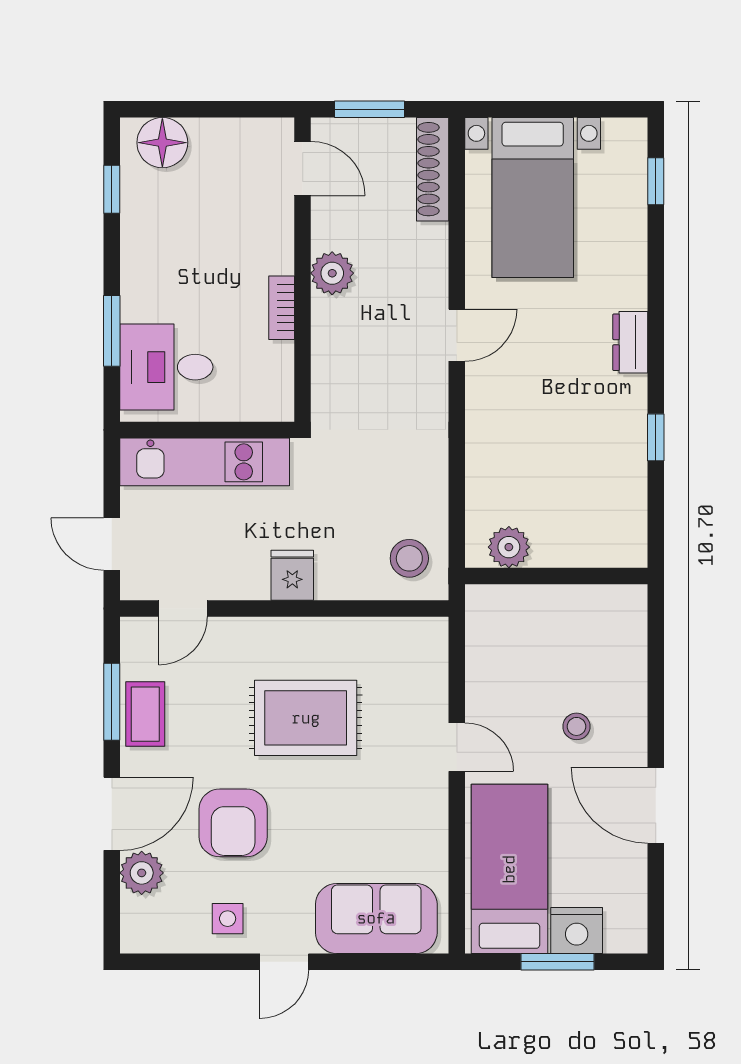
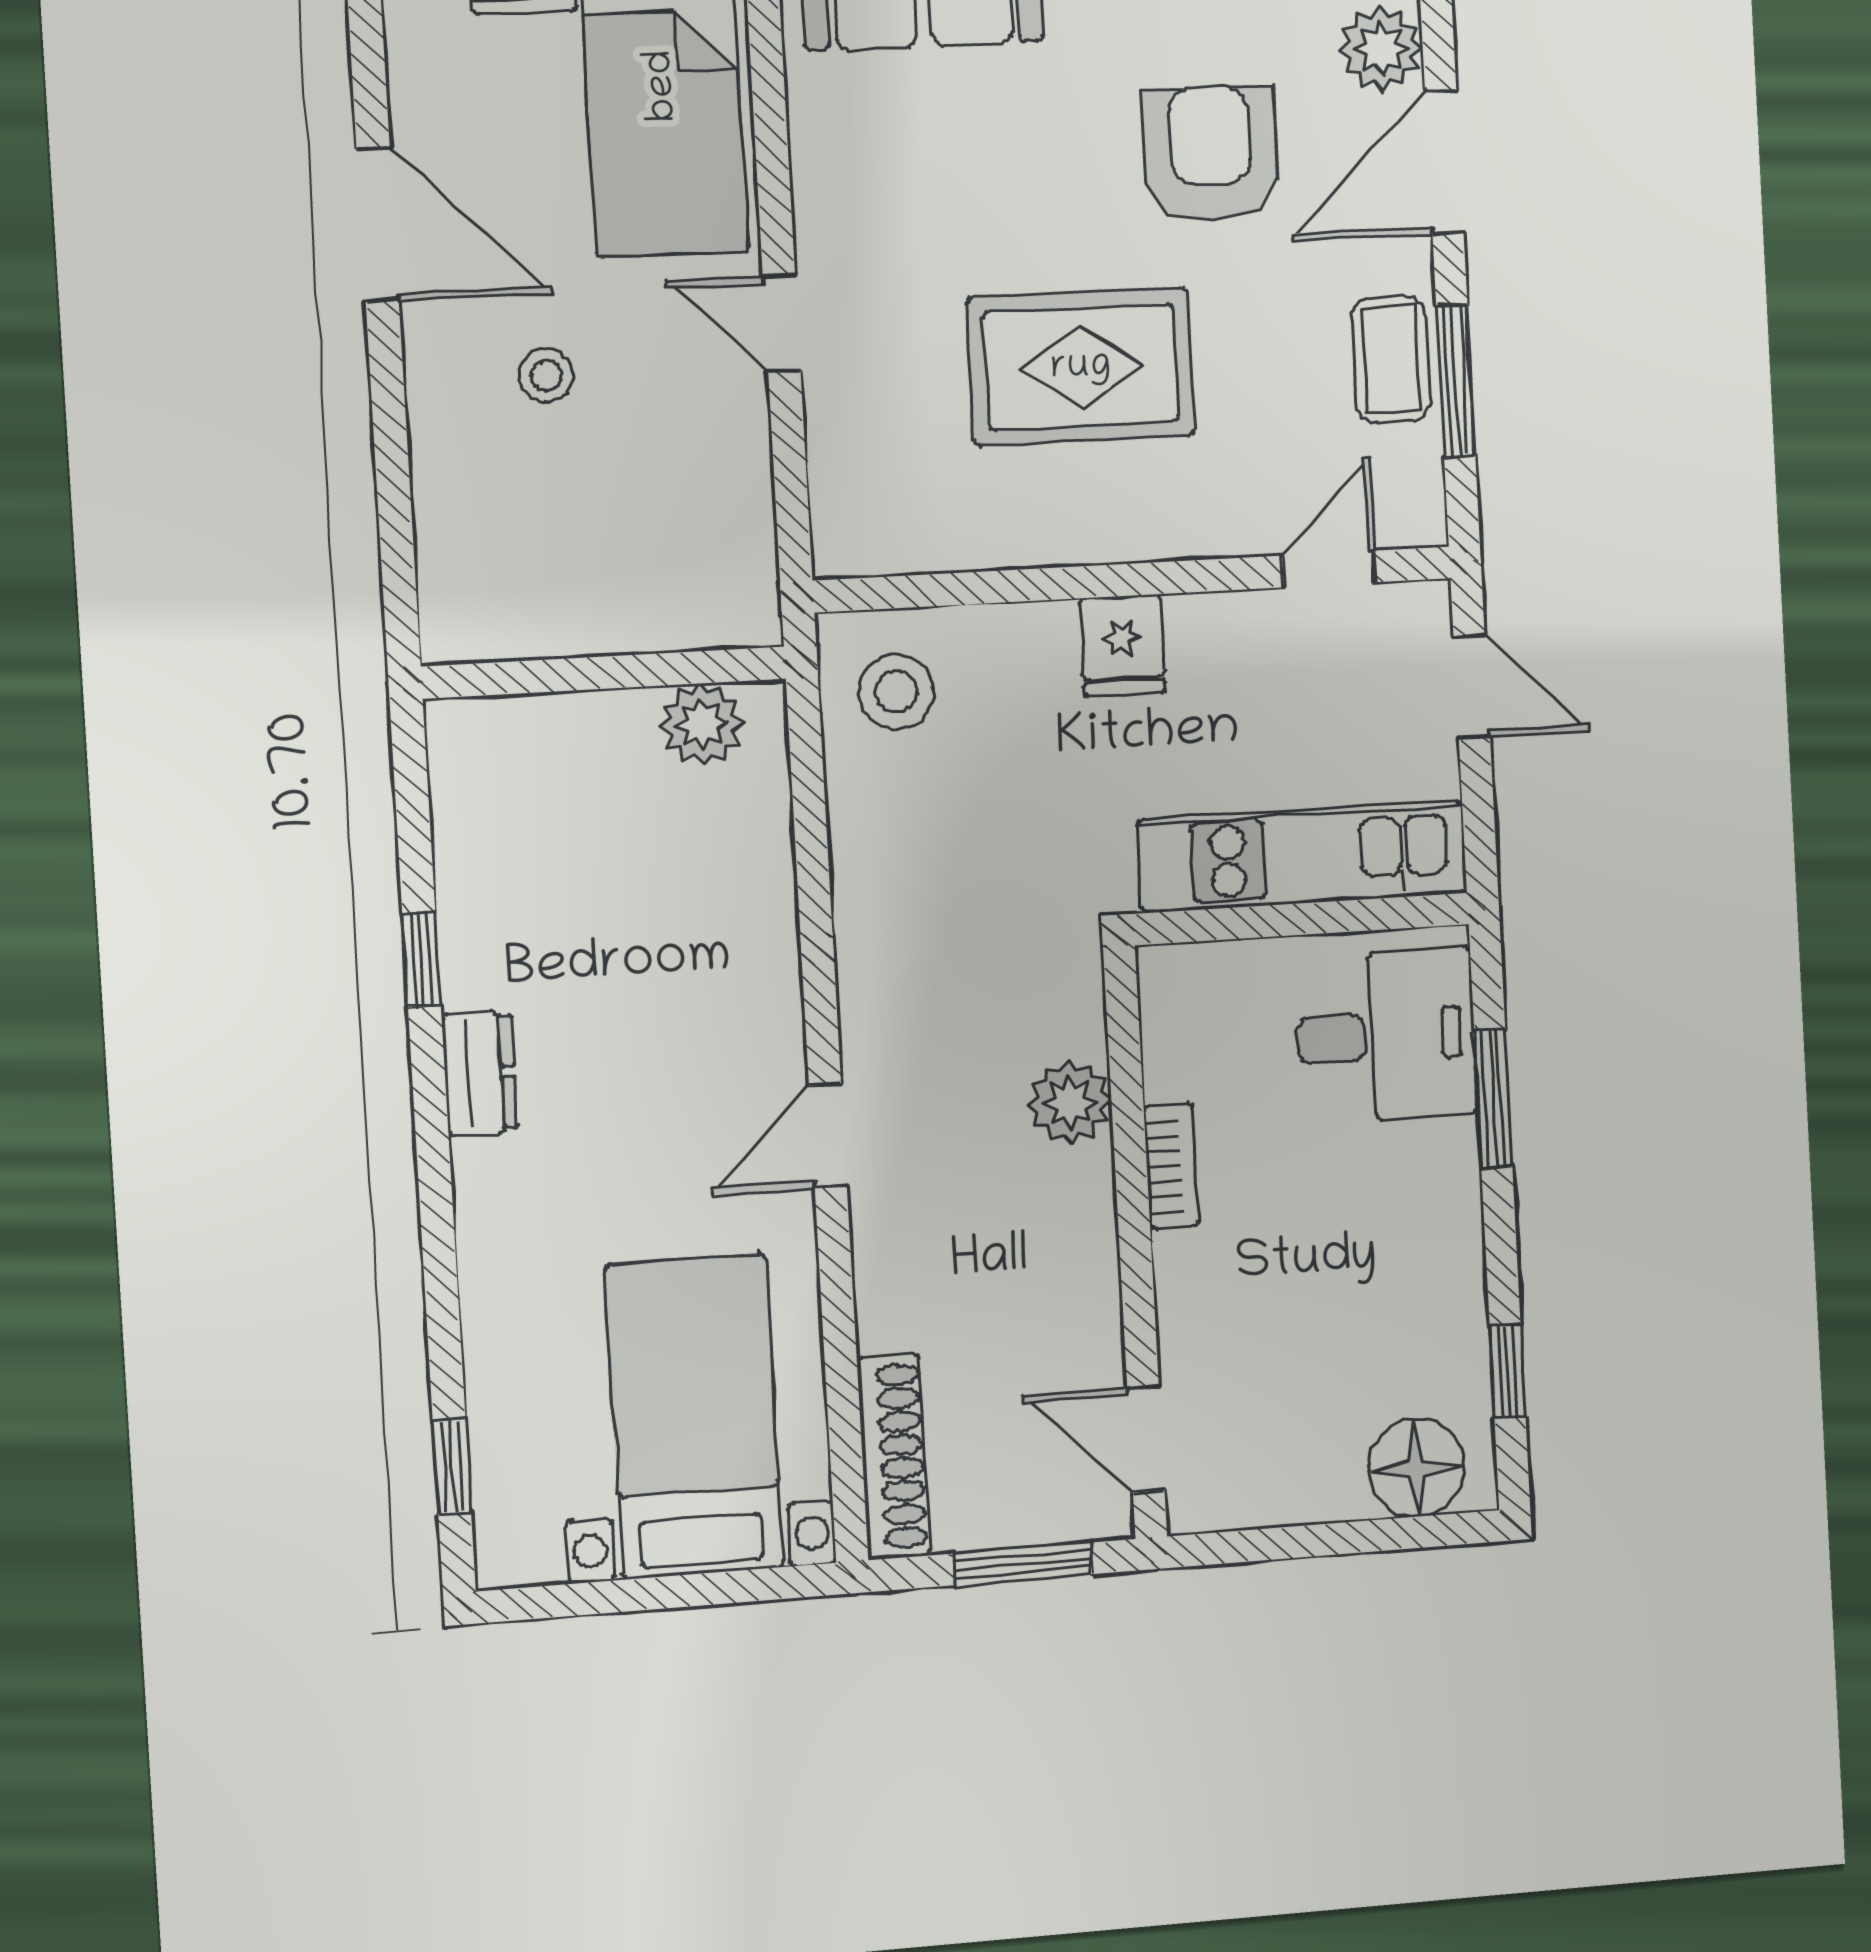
plant: (332, 273) -> (1070, 1102), moved
dresser: (630, 342) -> (479, 1073), moved

